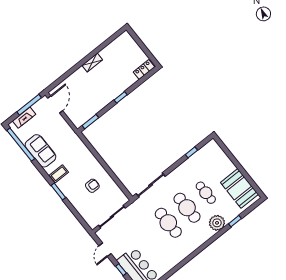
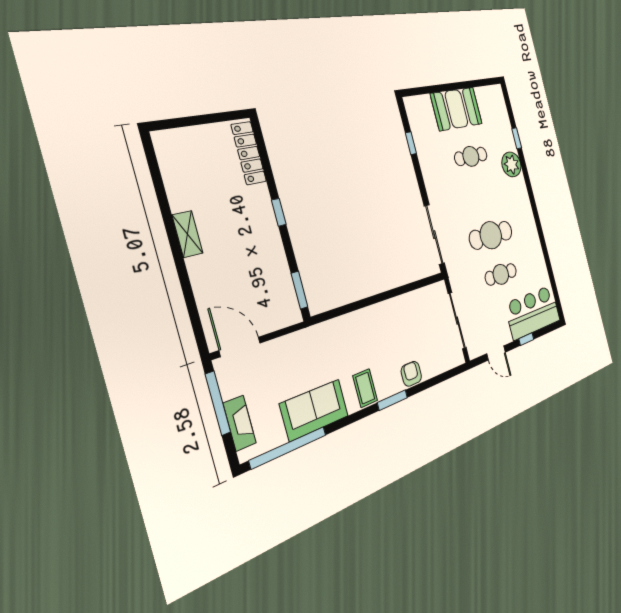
locker: (144, 70) -> (249, 153), width x1.53
armchair: (92, 186) -> (411, 374), moved
booth: (239, 188) -> (456, 109), moved
cafe table: (187, 208) -> (501, 274), moved, width x0.73, depth x0.74

